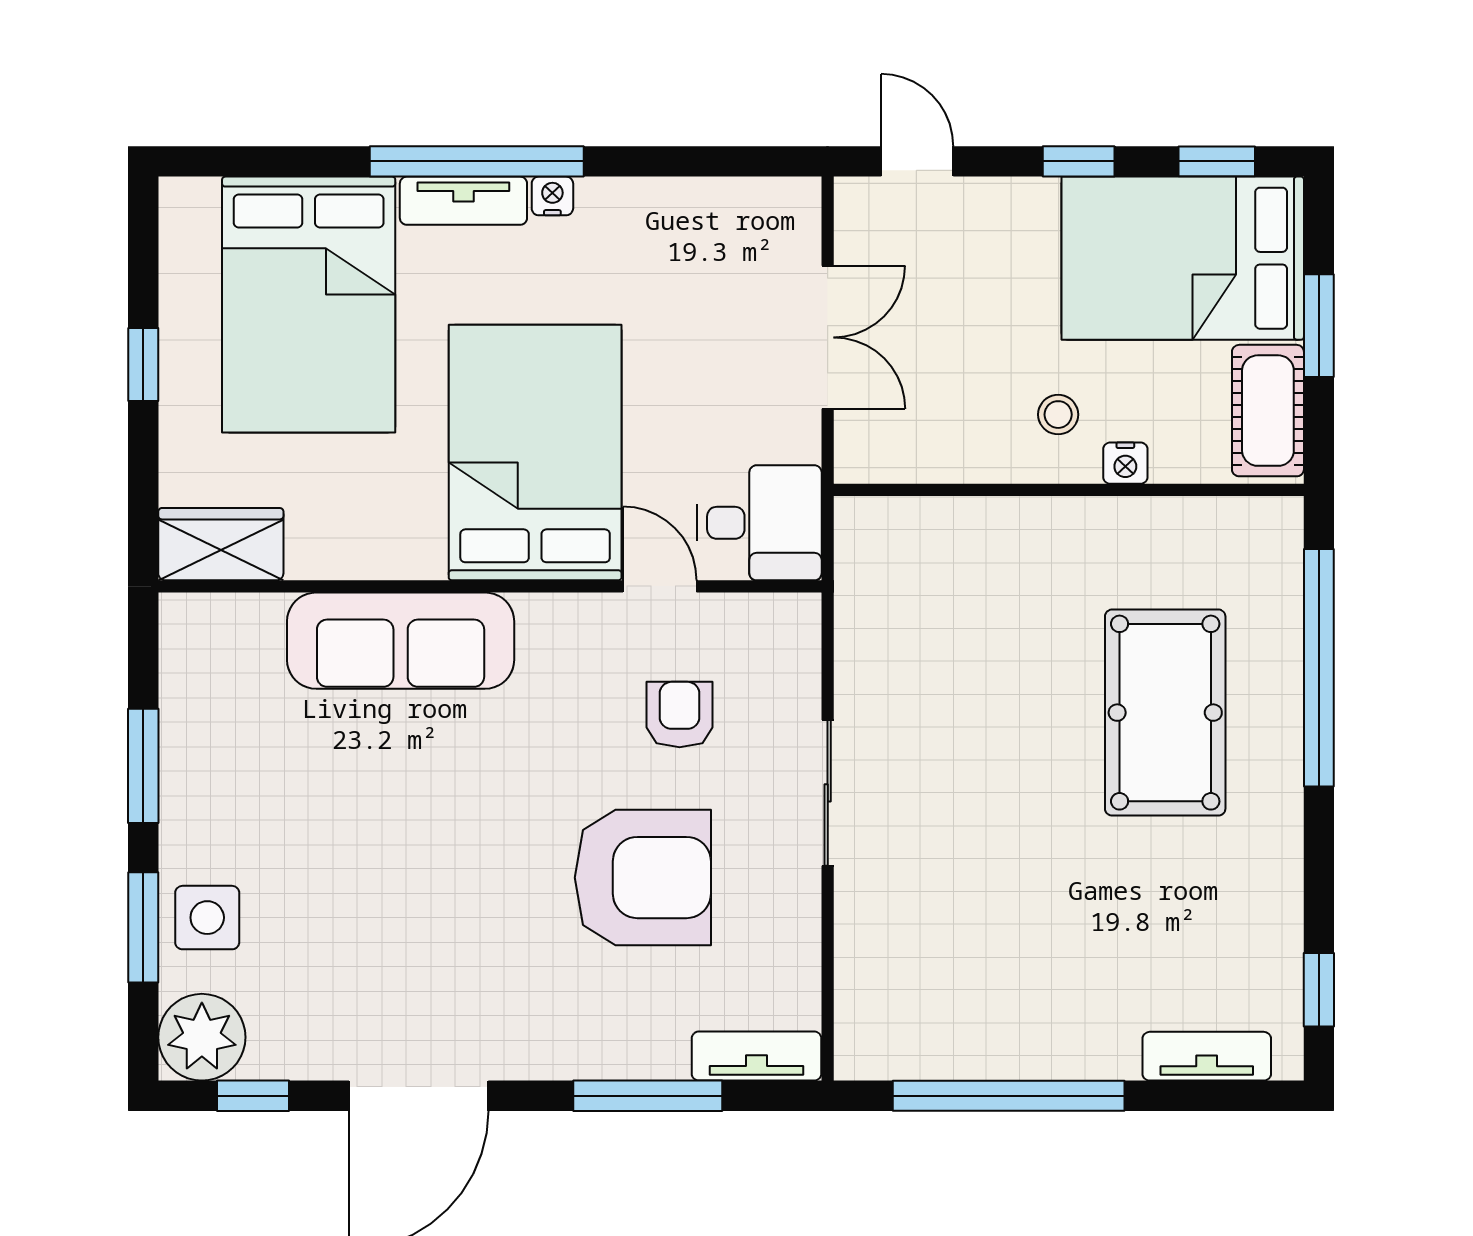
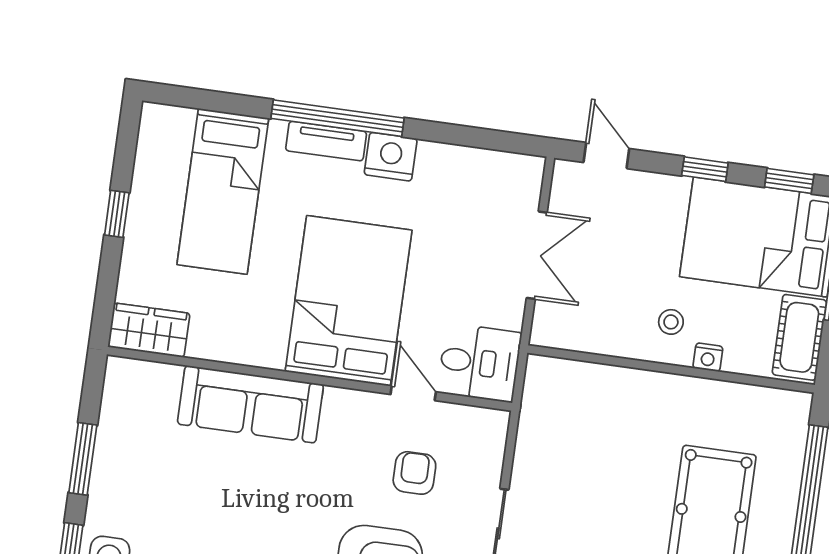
nightstand: (552, 196) -> (391, 157), width x1.89, depth x1.79
bed: (309, 305) -> (223, 191), width x0.67

